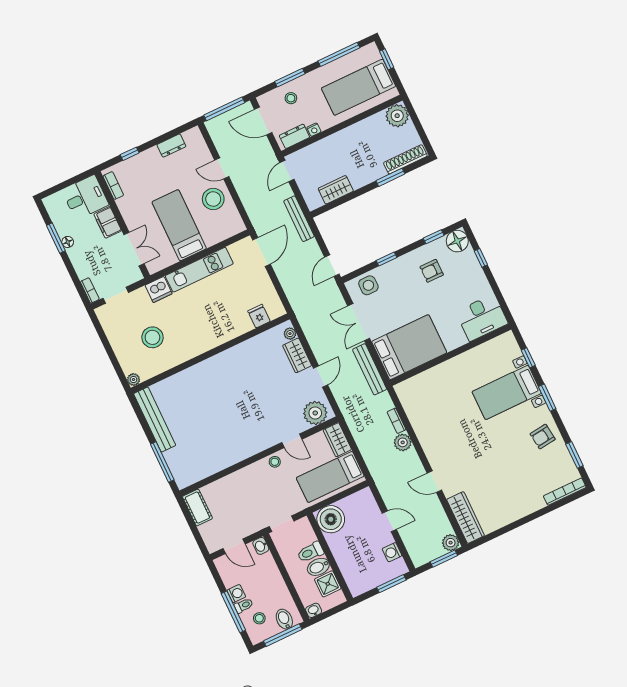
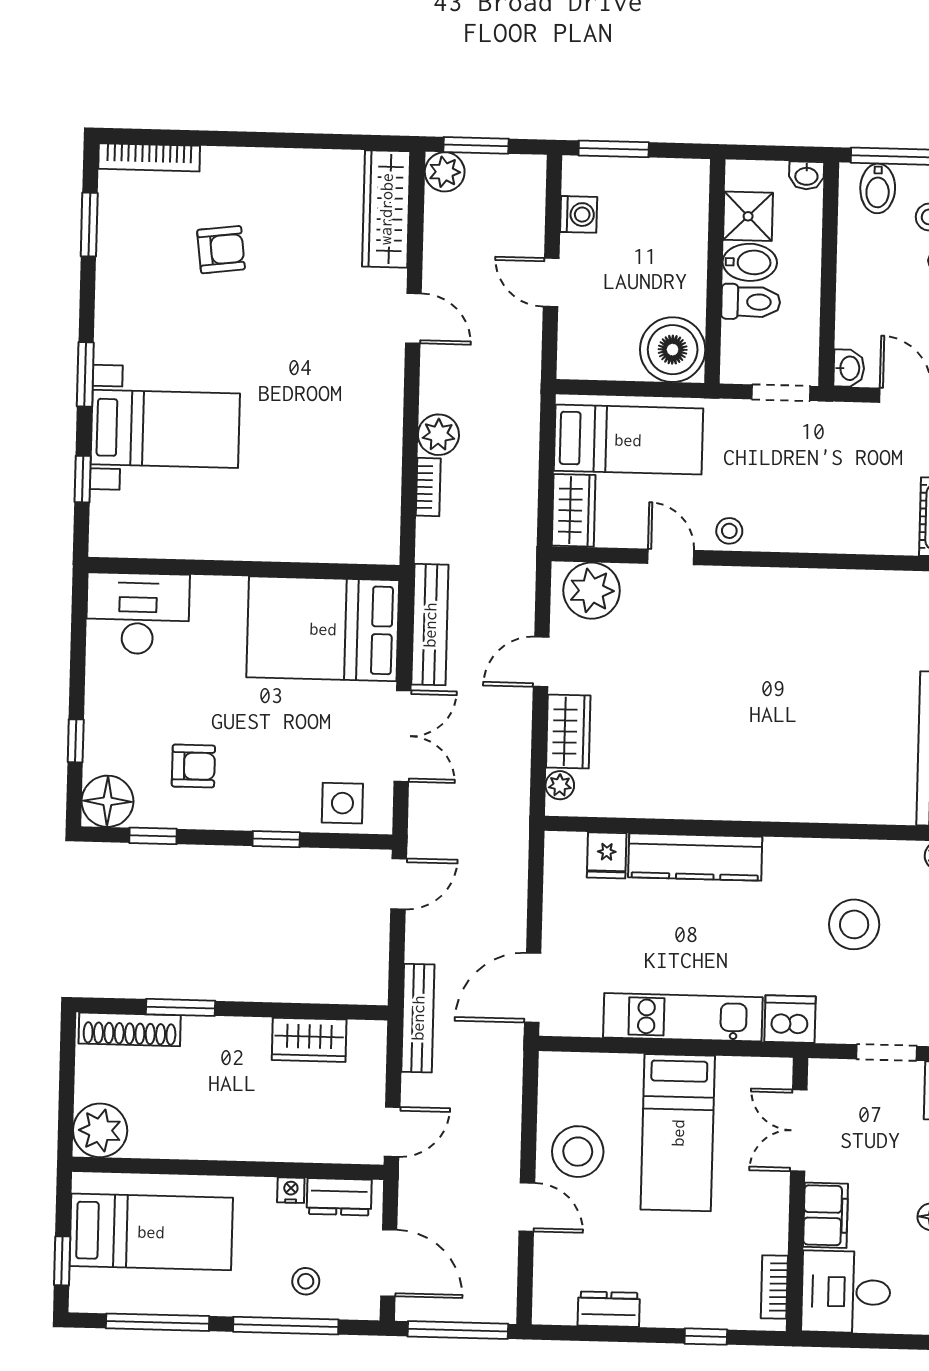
window: (290, 78) -> (286, 1326), width x1.44
kitchen counter: (225, 332) -> (695, 857), added
armchair: (543, 437) -> (221, 250), moved

